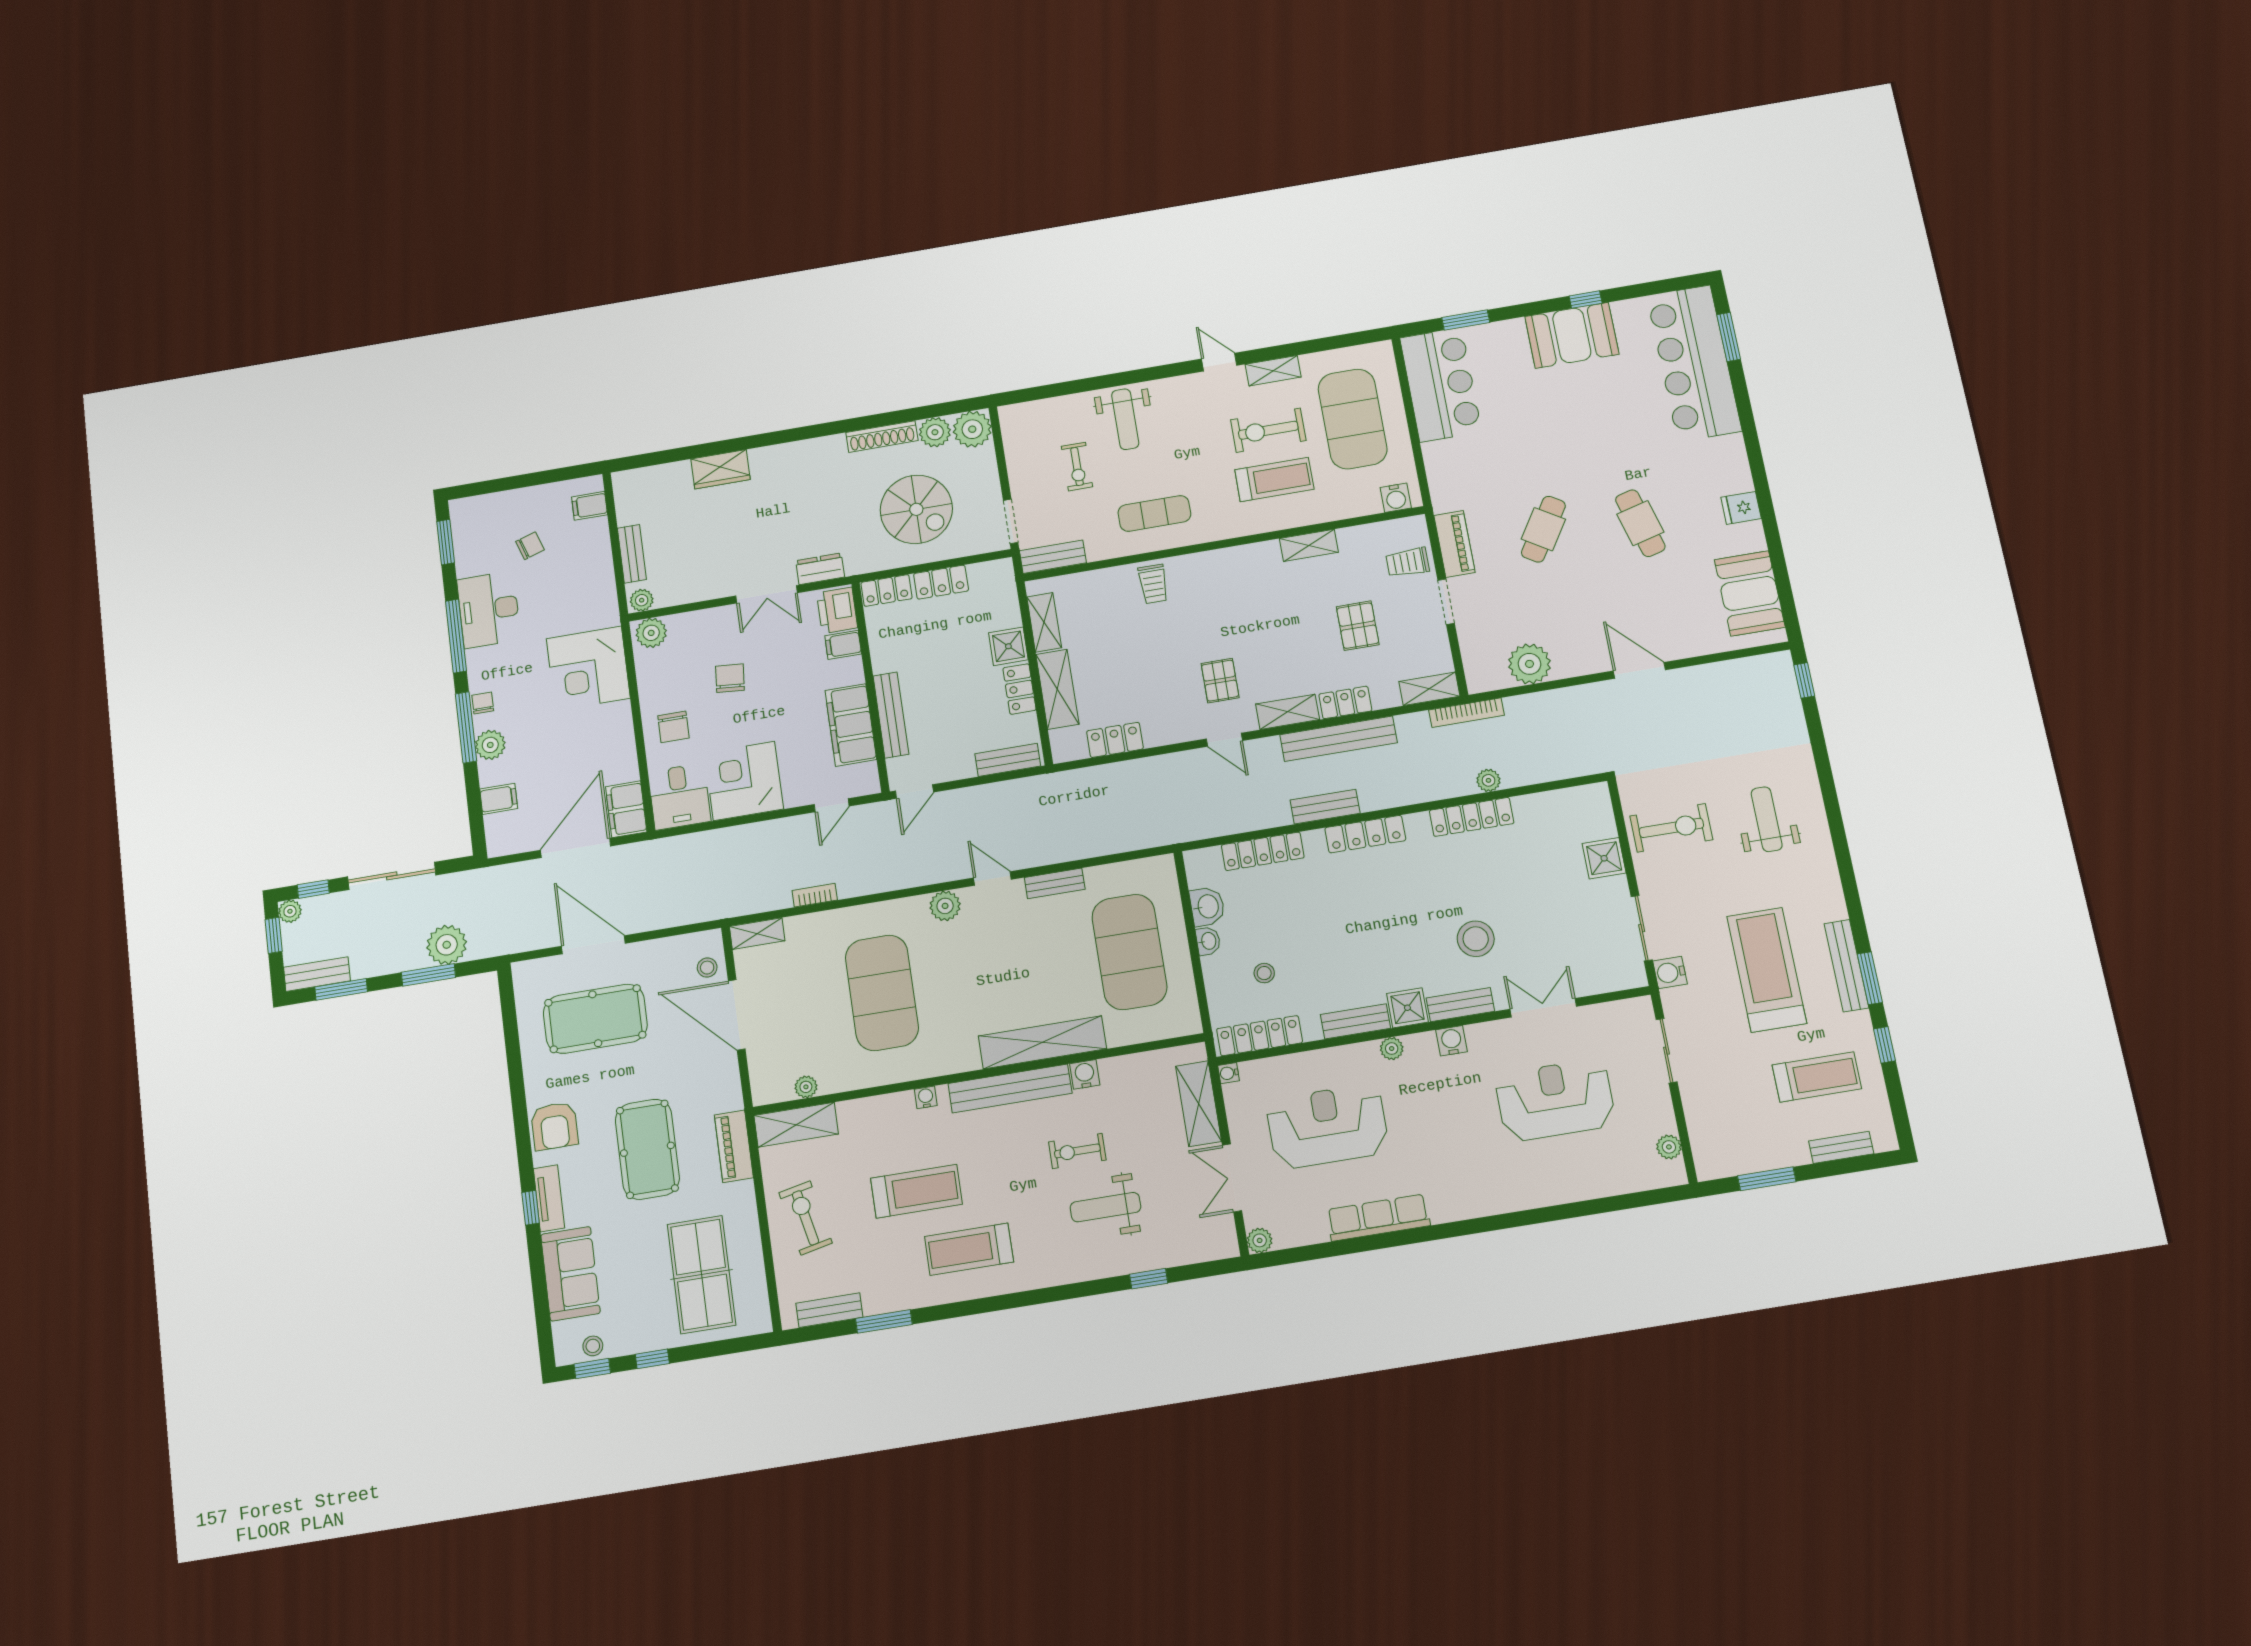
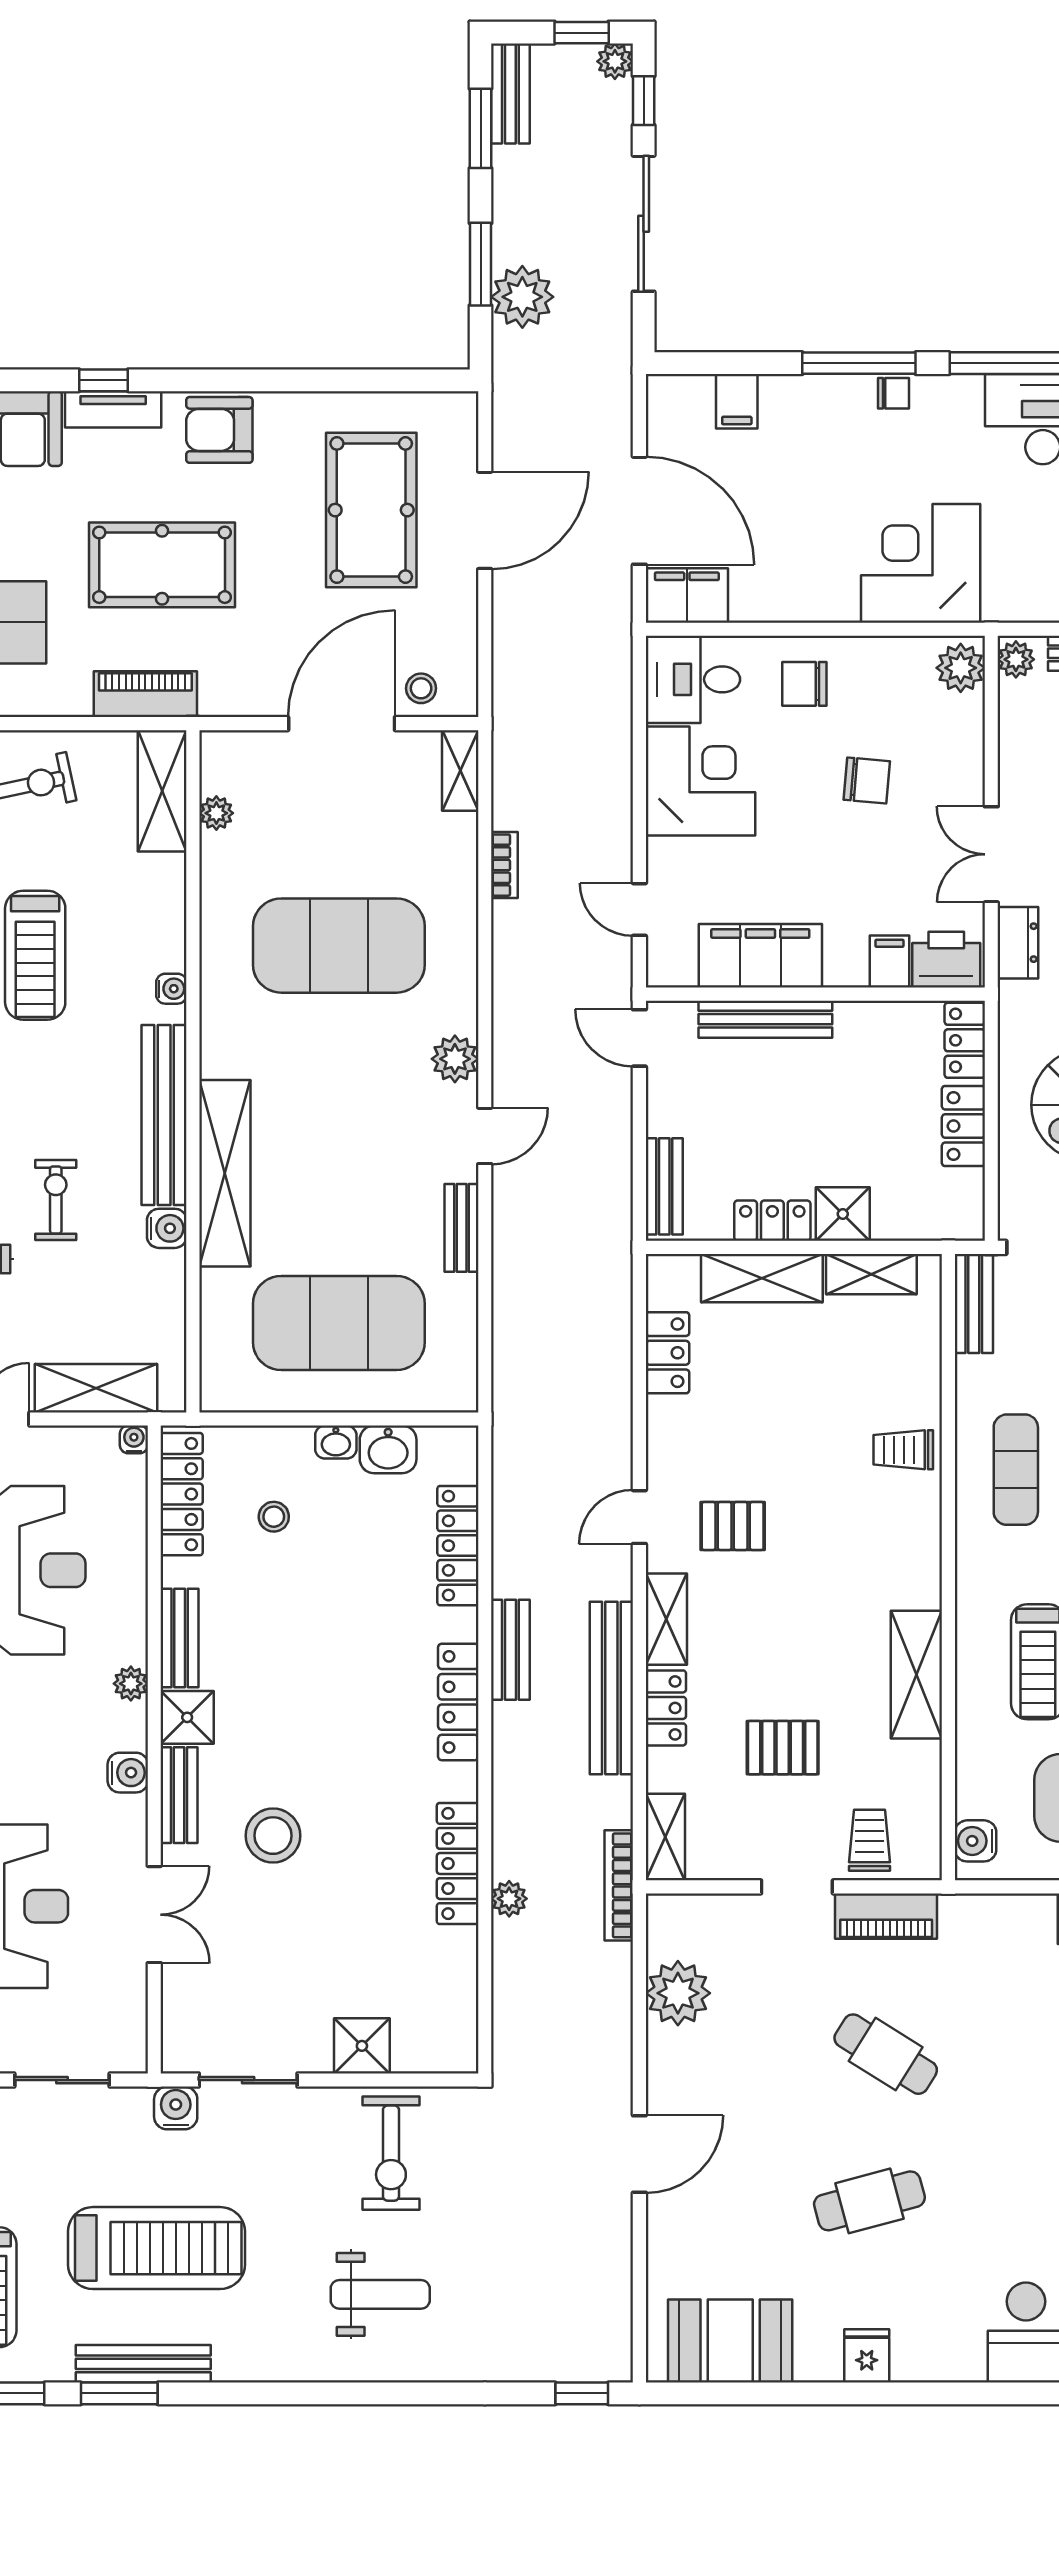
shelving: (1309, 545) -> (916, 1675), width x1.50, depth x1.33
plant: (490, 745) -> (825, 398), removed

